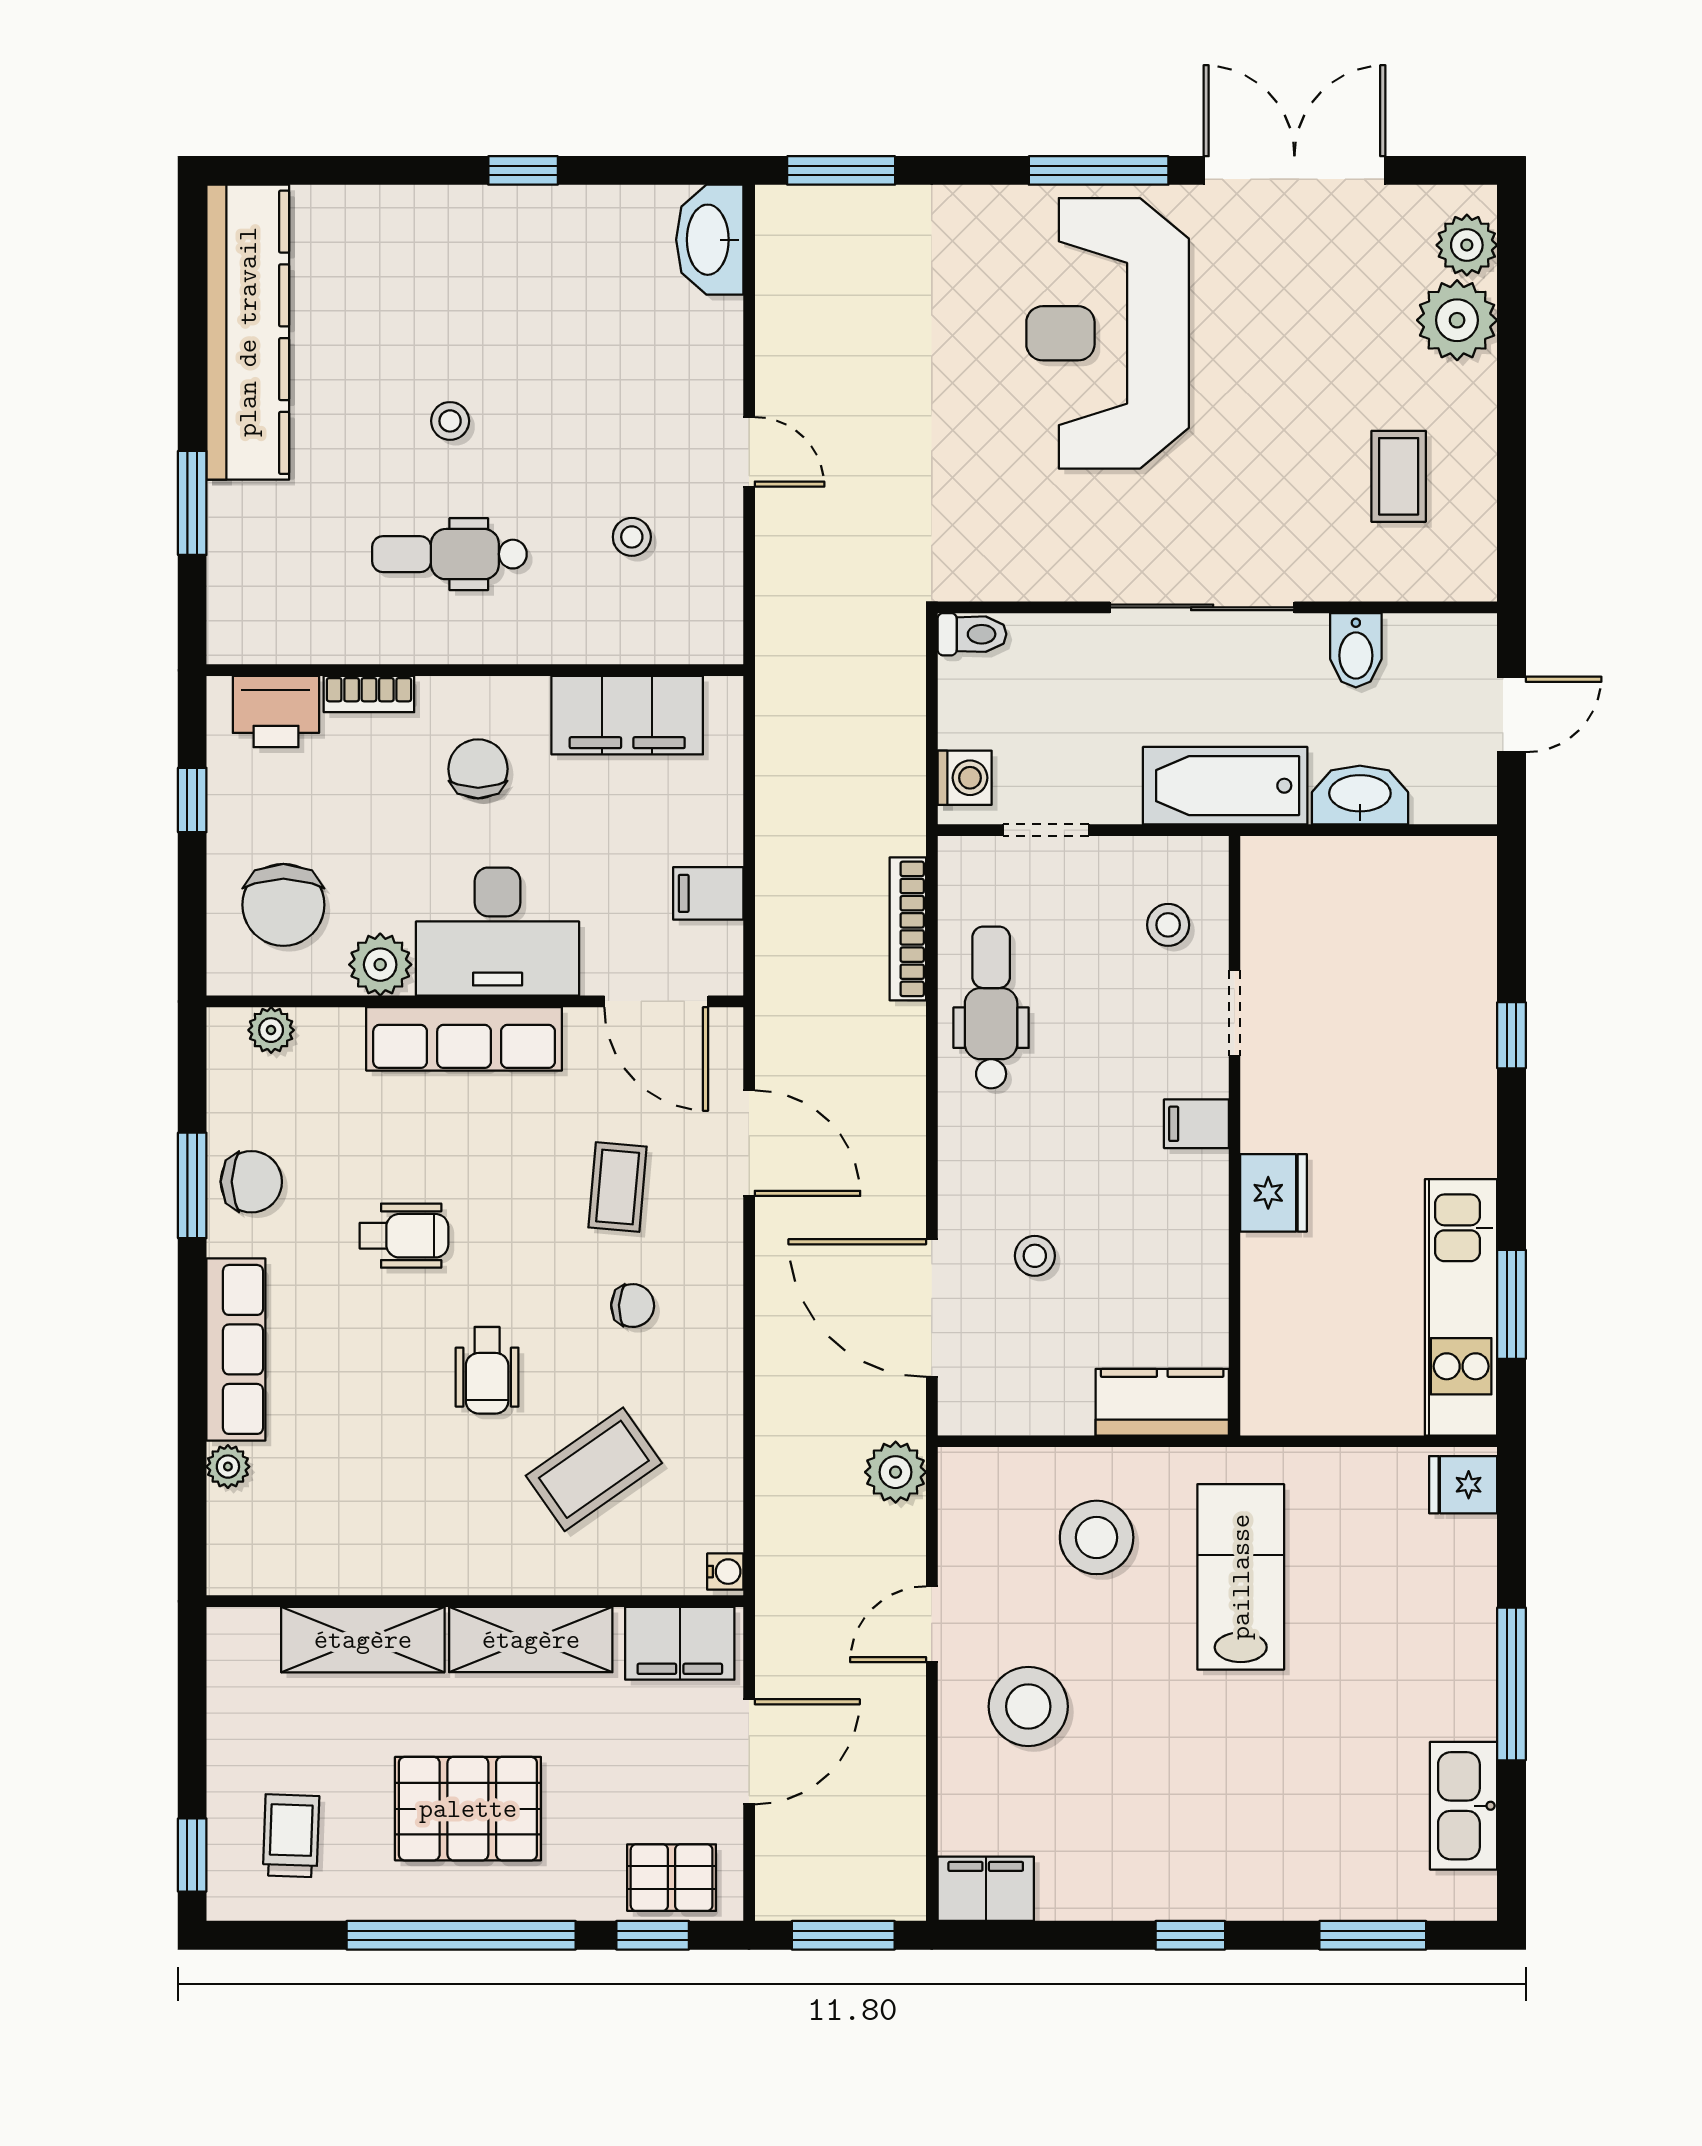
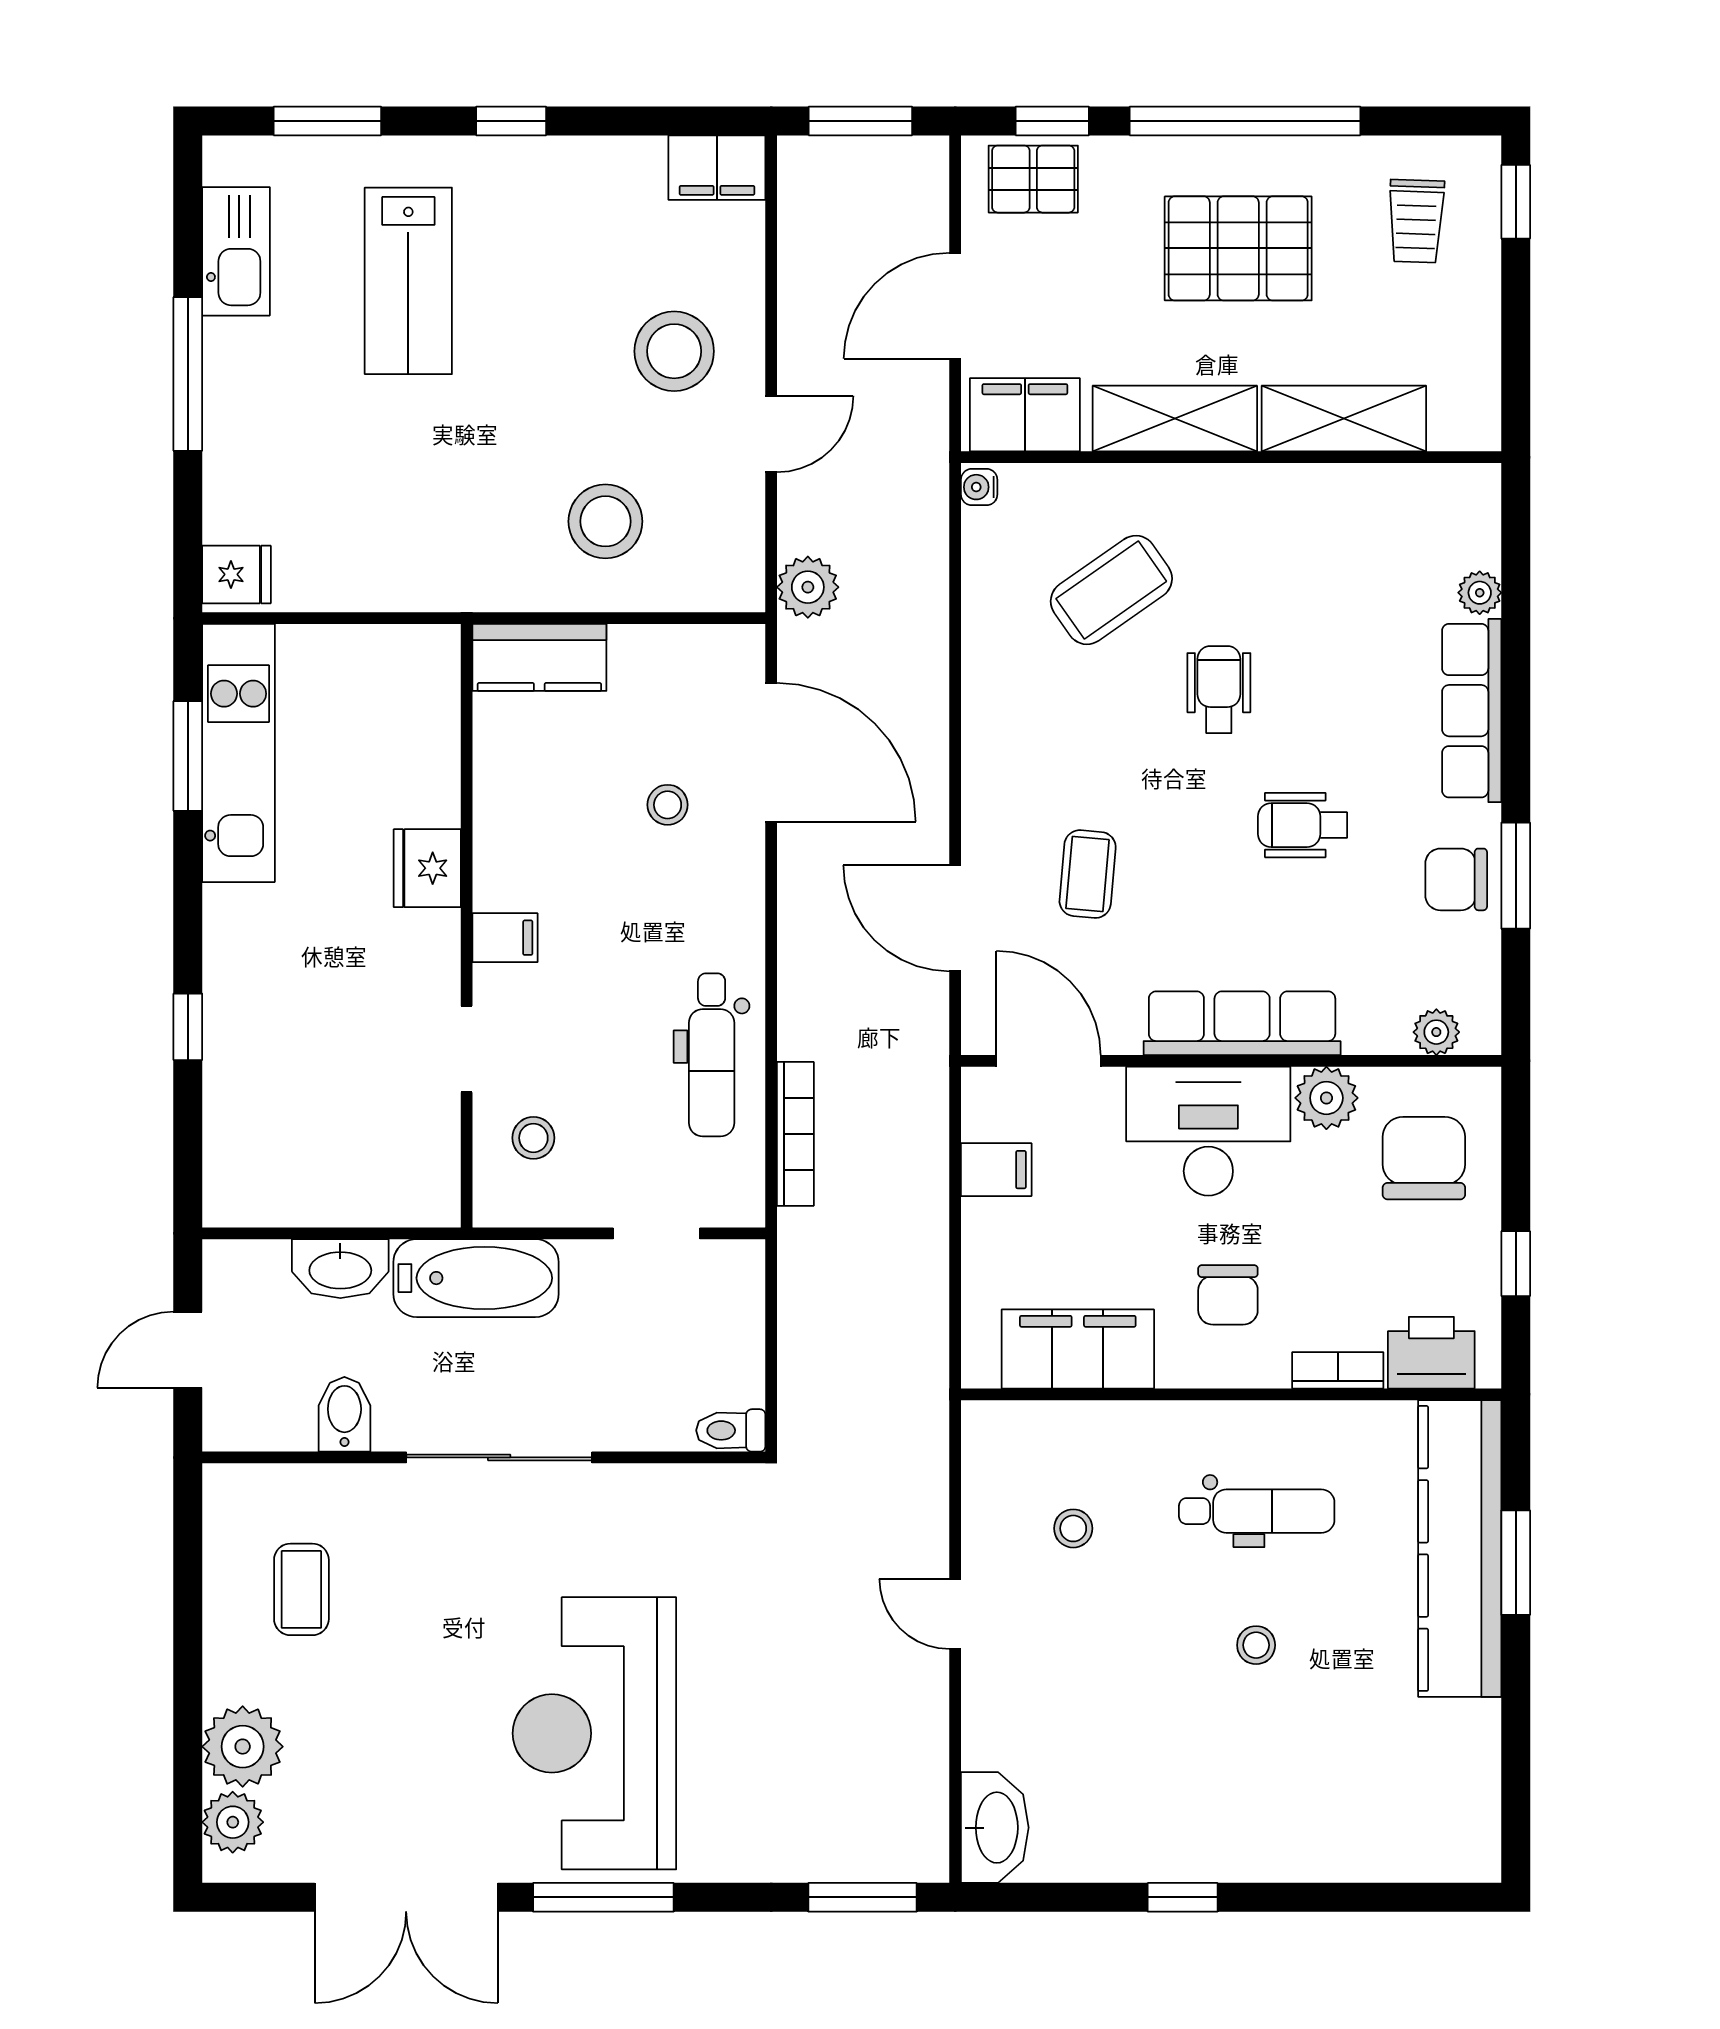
kitchen counter: (248, 332) -> (1460, 1548), moved
reception desk: (1108, 333) -> (594, 1733), turned 180
washing machine: (965, 778) -> (738, 1286), removed
chair: (633, 1306) -> (1072, 755), removed
lab bench: (1241, 1577) -> (408, 281), moved

